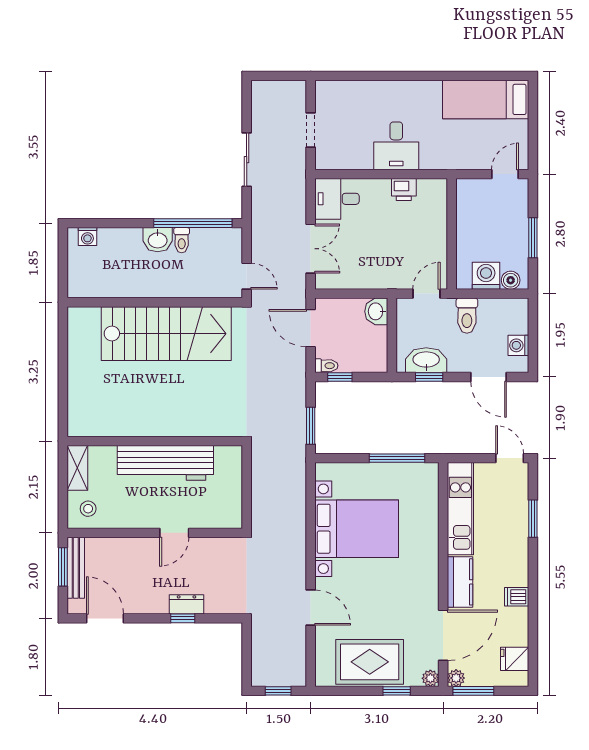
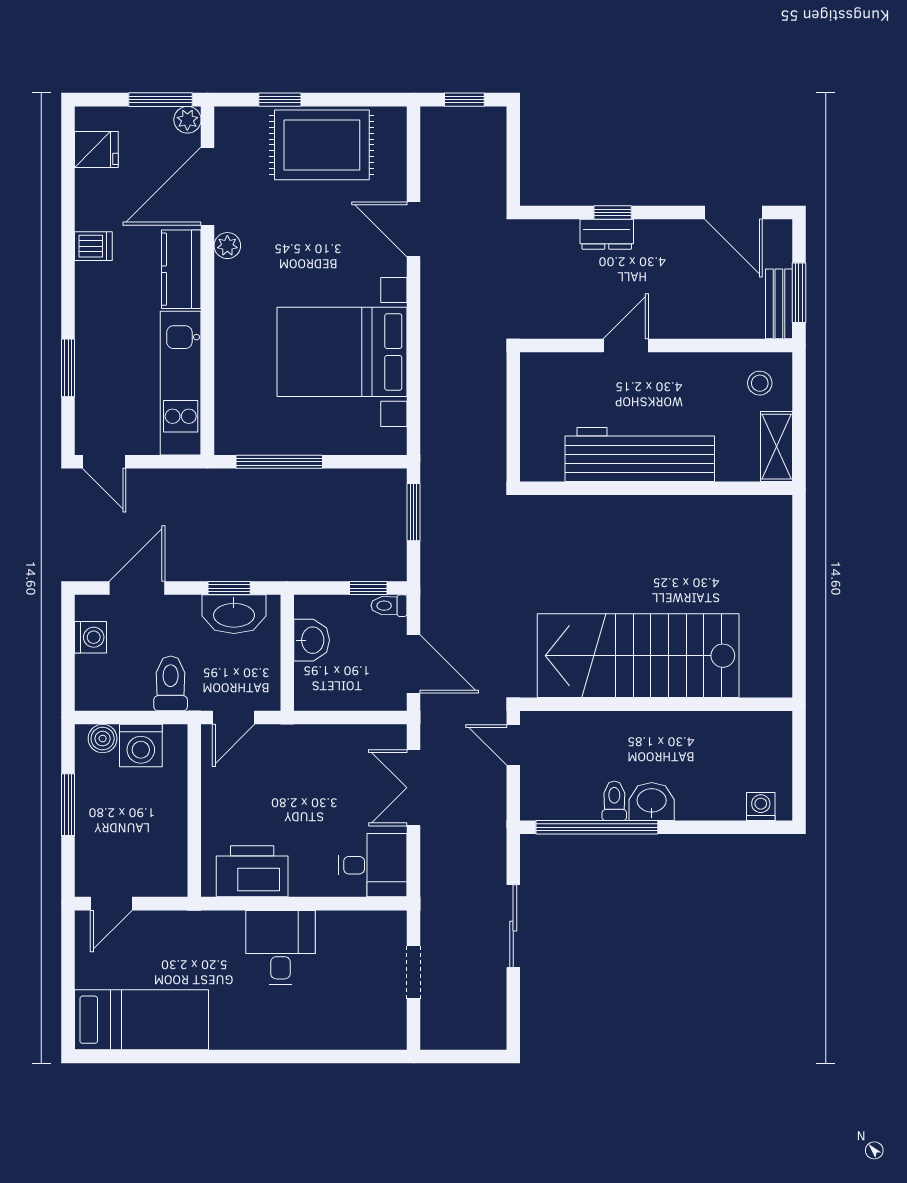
printer: (404, 190) -> (252, 871), width x1.87, depth x1.48
washbasin: (376, 311) -> (312, 640), moved
door: (489, 377) -> (137, 588), hinge flipped
bench: (76, 568) -> (779, 304), width x0.73
plant: (430, 678) -> (227, 246), moved

